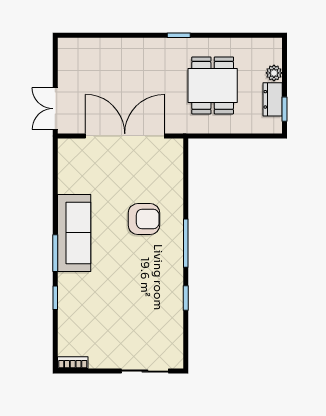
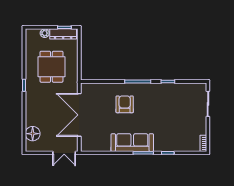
floor lamp: (91, 51) -> (33, 134), added
dining table: (213, 85) -> (51, 67), turned 90
dresser: (273, 99) -> (63, 34), width x1.44

